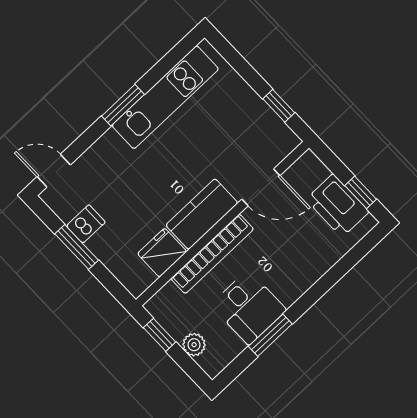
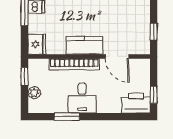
printer: (337, 206) -> (136, 103), moved, turned 90
fridge: (162, 253) -> (37, 44), moved, turned 90
desk: (248, 307) -> (82, 98), moved

